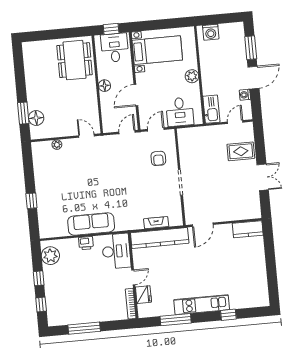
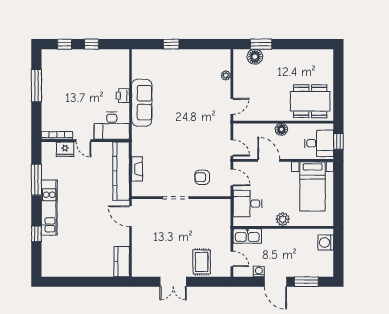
plant: (50, 256) -> (113, 58), removed

